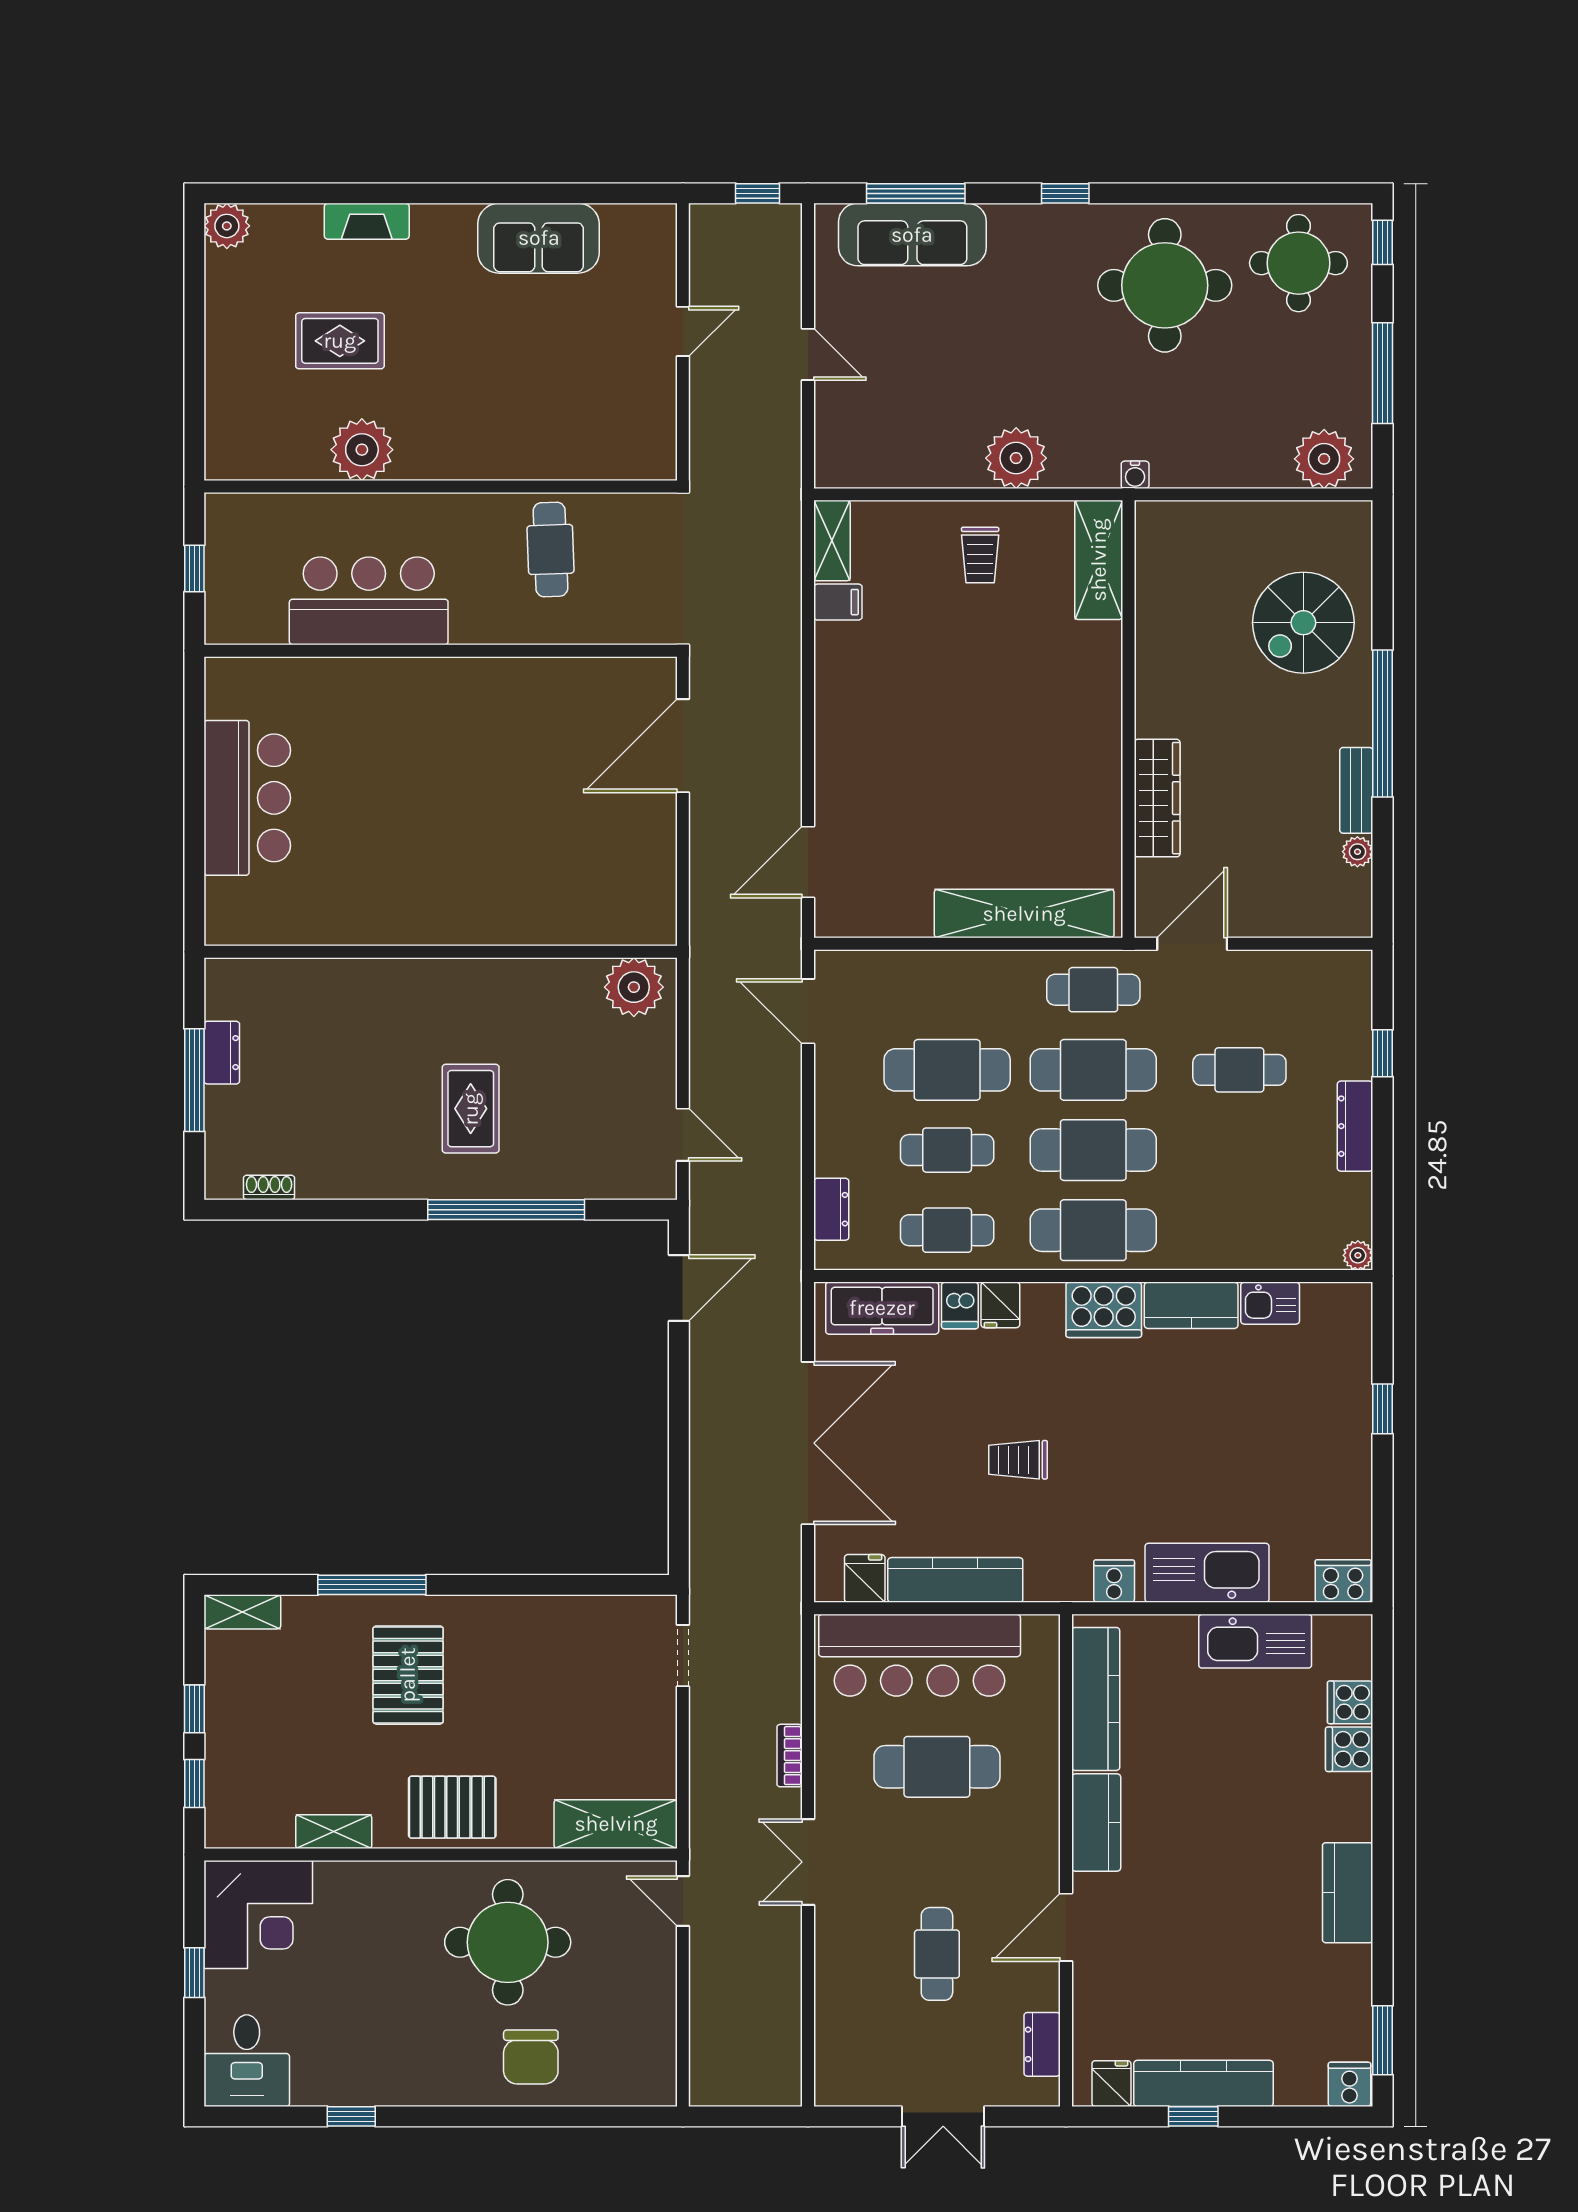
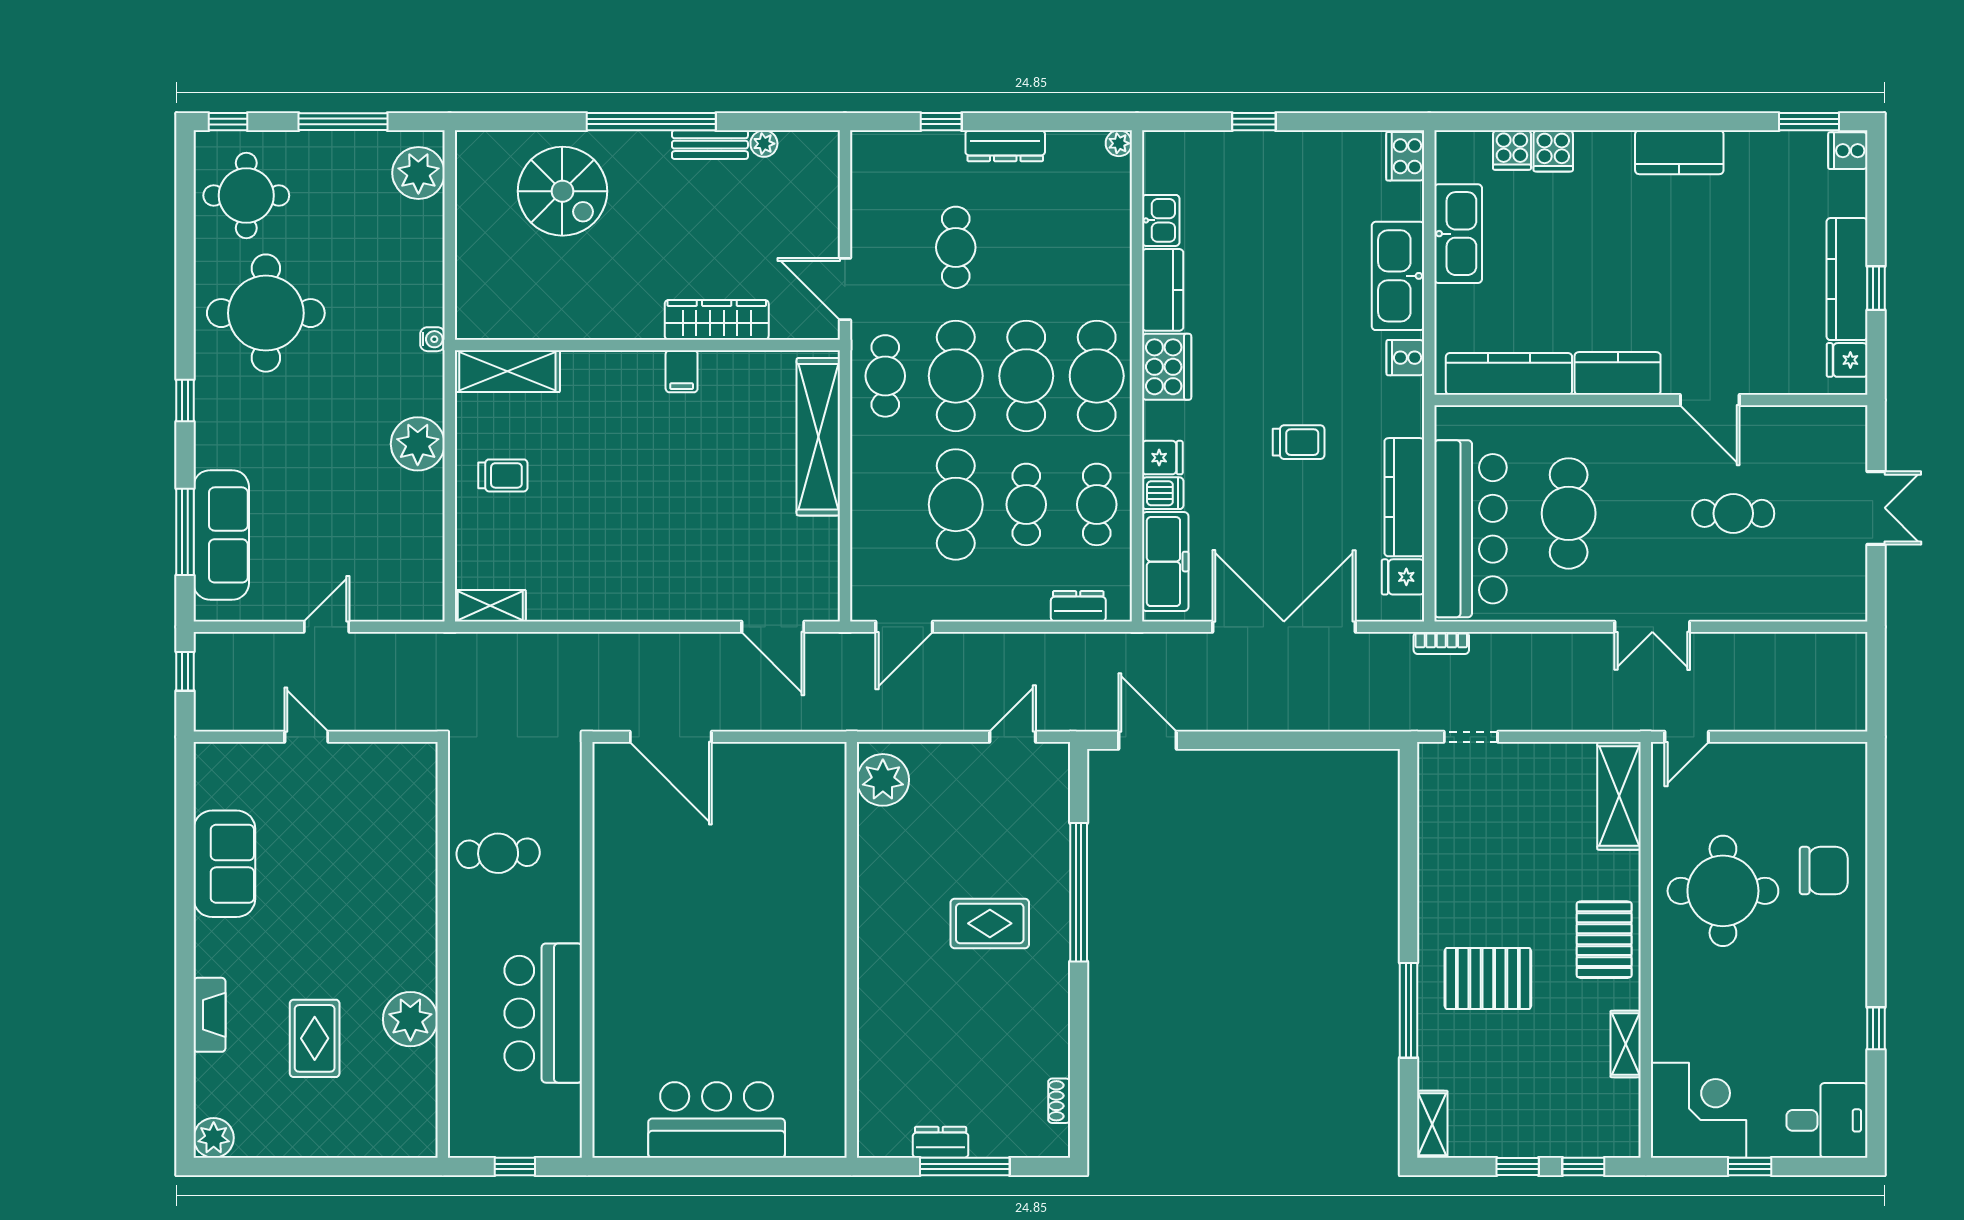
filing cabinet: (838, 602) -> (682, 371), moved, turned 180
trolley: (1018, 1460) -> (1299, 442), turned -90
bookcase: (790, 1756) -> (1441, 643), moved
dresser: (1042, 2044) -> (1813, 421), removed

